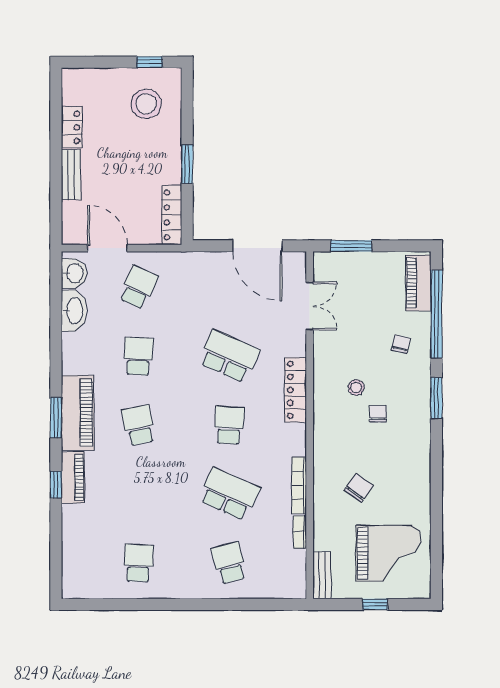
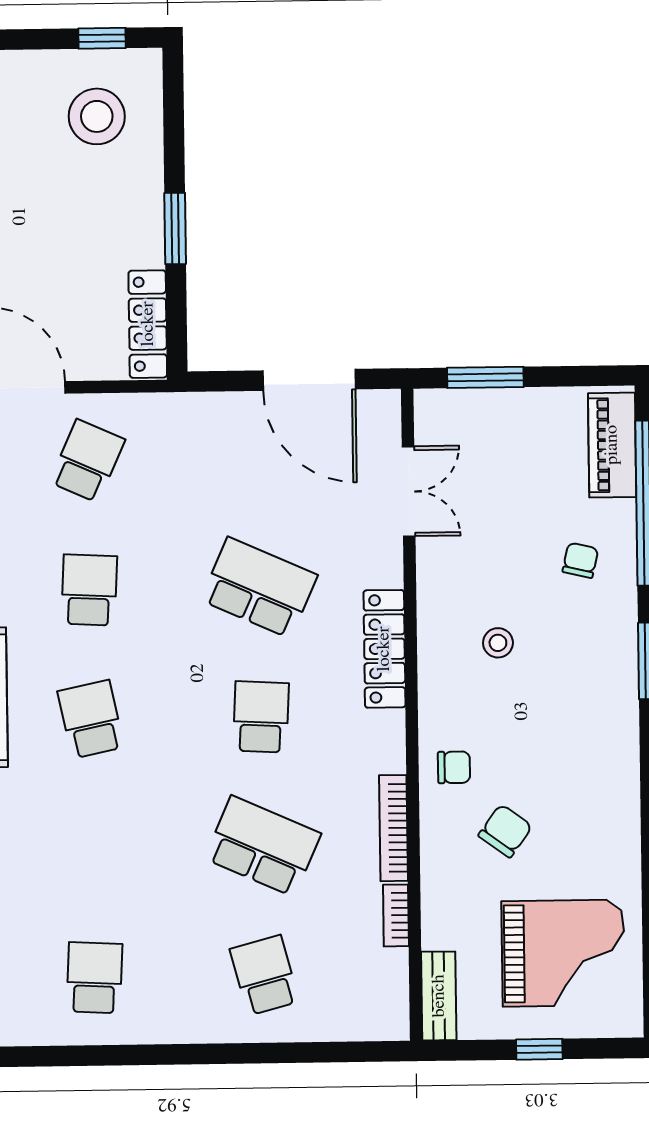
chair: (378, 414) -> (454, 767), moved, turned 90

